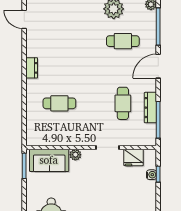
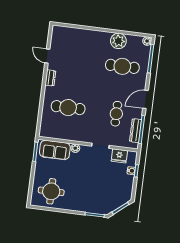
door: (24, 19) -> (47, 56), moved
cafe table: (123, 41) -> (122, 66), width x1.37, depth x1.35
door: (158, 66) -> (145, 99), moved
cafe table: (59, 103) -> (68, 108), width x1.37, depth x1.35
dresser: (150, 108) -> (136, 131), moved

